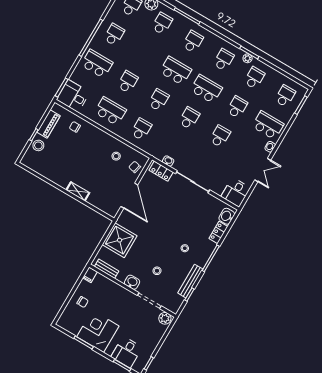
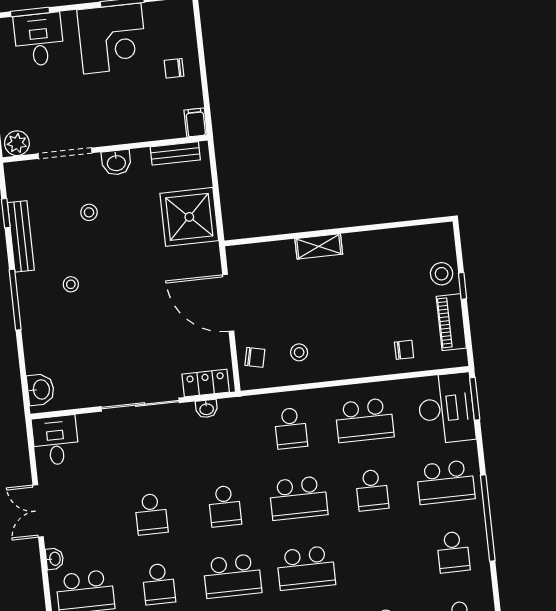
desk: (73, 96) -> (446, 408), width x1.37
school desk: (158, 100) -> (298, 498), width x1.85
locker: (218, 233) -> (34, 352), removed

